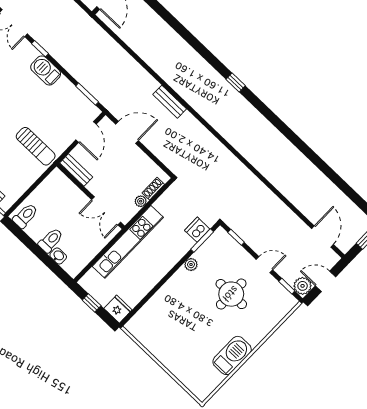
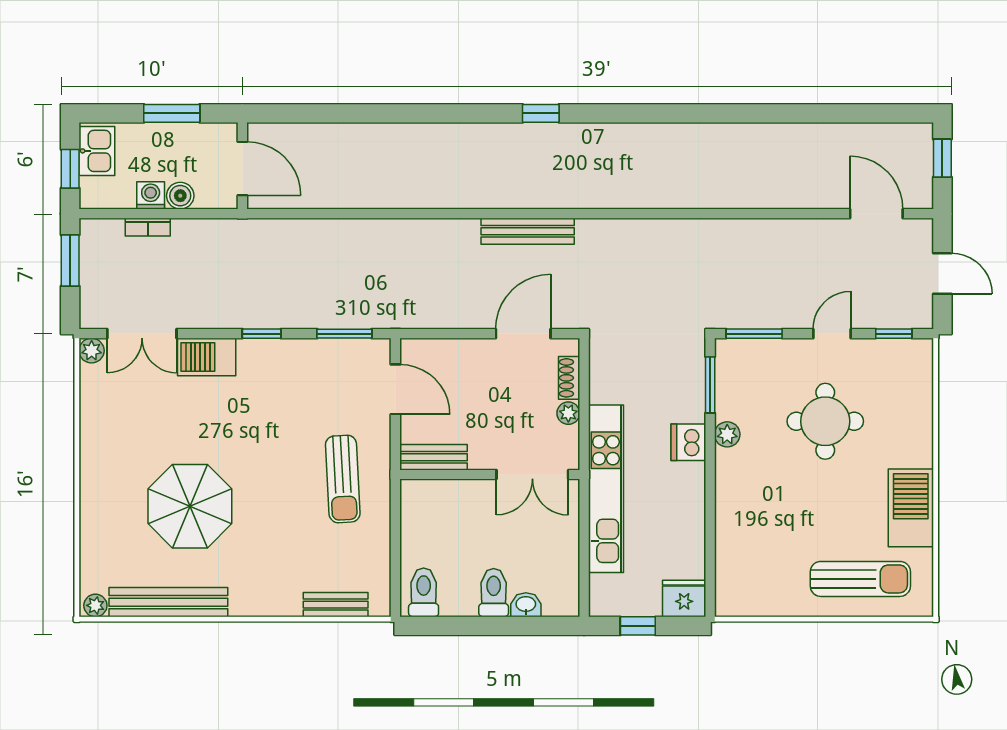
window: (40, 49) -> (262, 334), moved
barbecue: (46, 70) -> (207, 357), moved
bench: (170, 102) -> (528, 231), moved, width x1.36
door: (127, 132) -> (523, 334), moved
sun lounger: (36, 146) -> (343, 479), turned 87
dishwasher: (197, 230) -> (688, 442), moved
window: (236, 237) -> (754, 334), width x1.50
door: (325, 281) -> (942, 274), swing flipped
plant: (303, 286) -> (916, 312), removed
sun lounger: (189, 364) -> (860, 579), added

